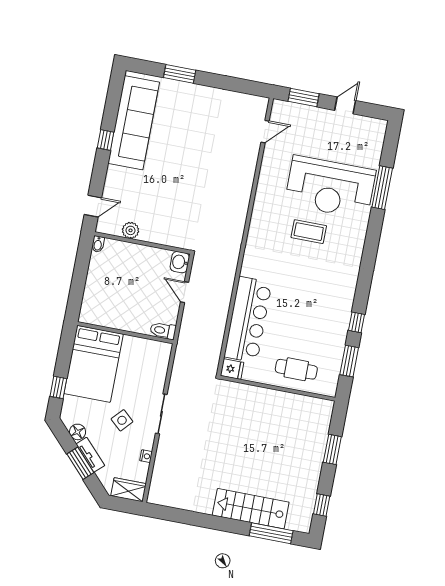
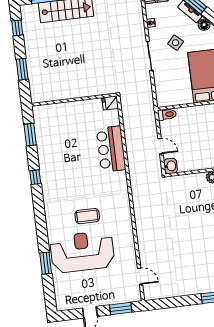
door: (265, 132) -> (140, 276), swing flipped
window: (382, 188) -> (46, 263), width x0.69
bar counter: (248, 320) -> (111, 149), width x0.73
window: (357, 322) -> (35, 177), moved
cafe table: (296, 369) -> (65, 117), removed

